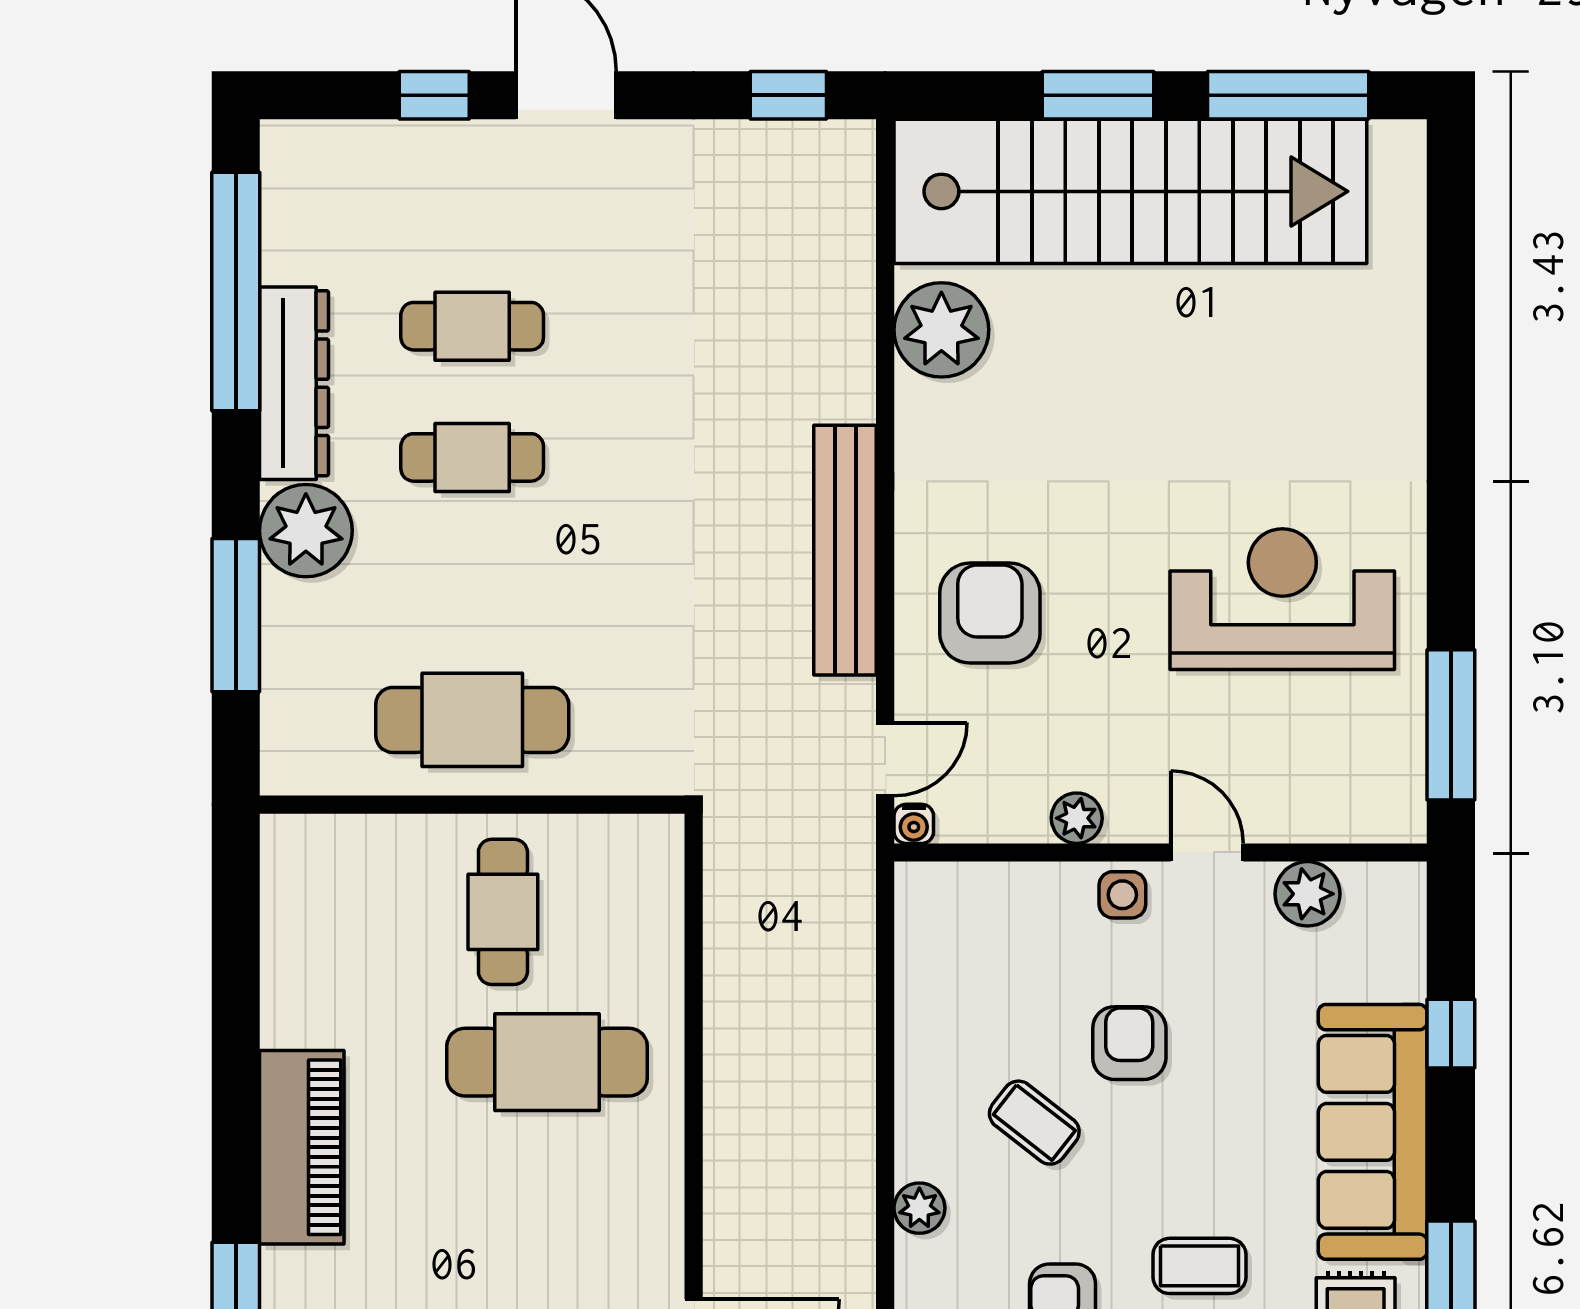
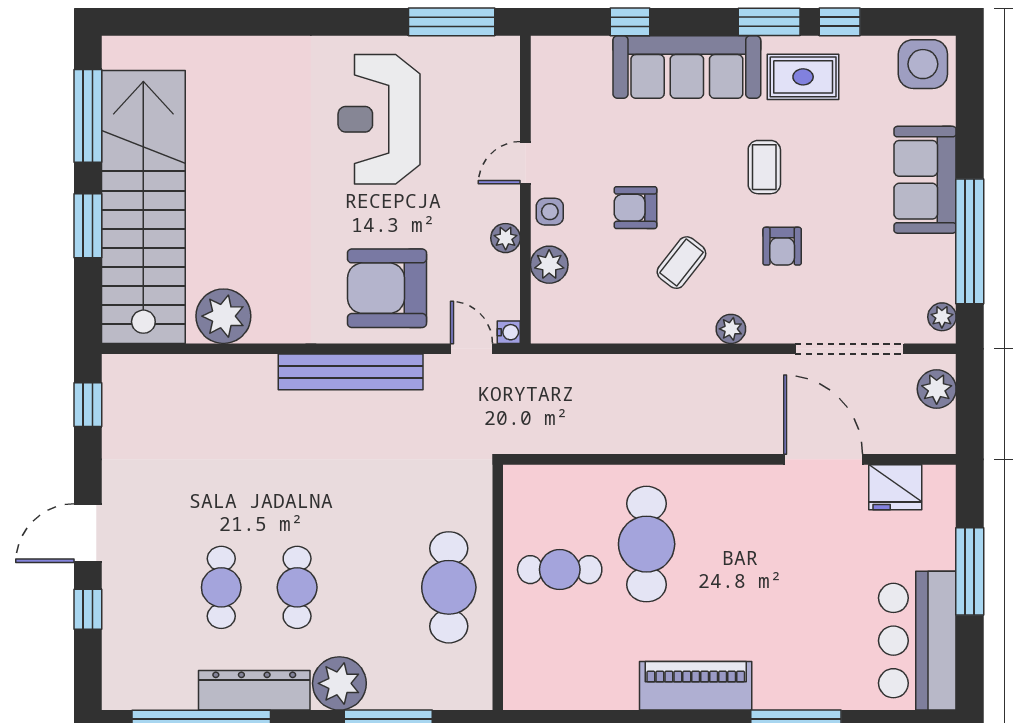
armchair: (990, 613) -> (387, 288), width x1.36, depth x1.36
plant: (1307, 894) -> (549, 265), moved

